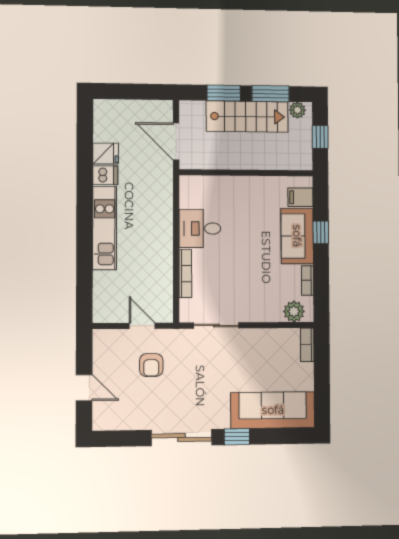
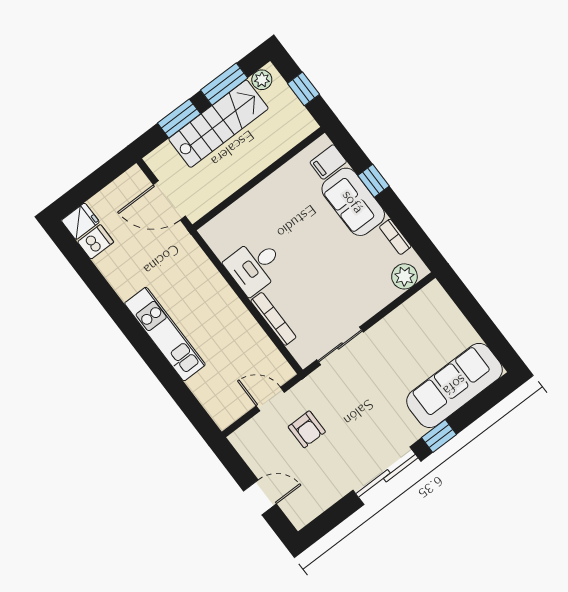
fridge: (106, 154) -> (80, 221), moved
dishwasher: (105, 175) -> (96, 242), moved
bookcase: (307, 345) -> (441, 299), removed

